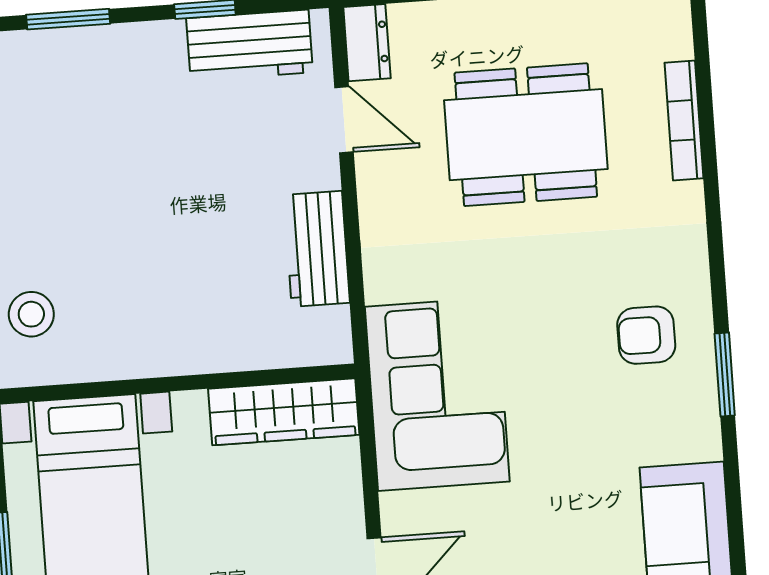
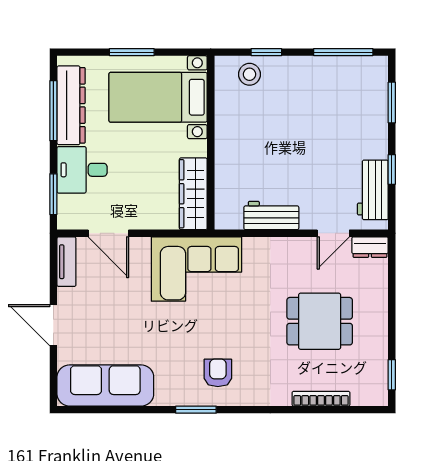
dining table: (526, 135) -> (320, 321), width x0.73

